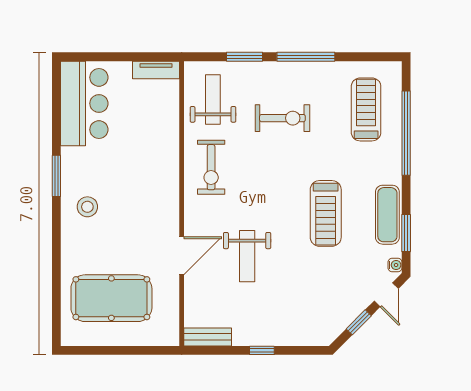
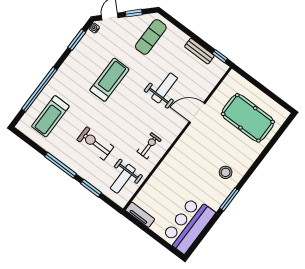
exercise bike: (211, 167) -> (149, 146), width x0.73, depth x0.72
exercise mat: (387, 215) -> (151, 37), moved
bench: (208, 337) -> (199, 51), moved
window: (262, 350) -> (220, 56), moved

